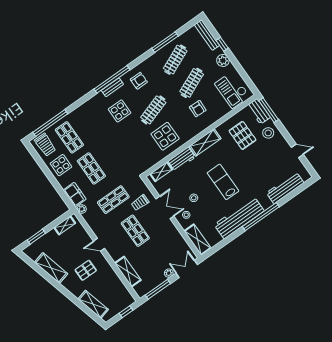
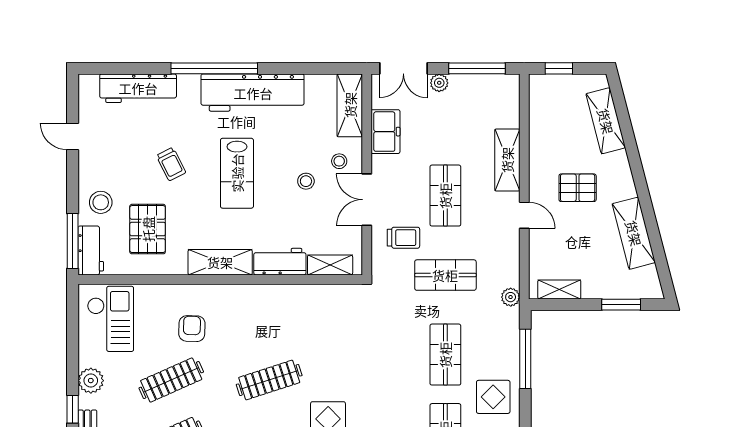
display table: (165, 136) -> (281, 321), removed
trolley: (251, 167) -> (171, 164), added
window: (59, 189) -> (525, 359), added
freezer: (75, 195) -> (385, 132), moved, turned 180
shelving: (128, 272) -> (507, 160), moved

